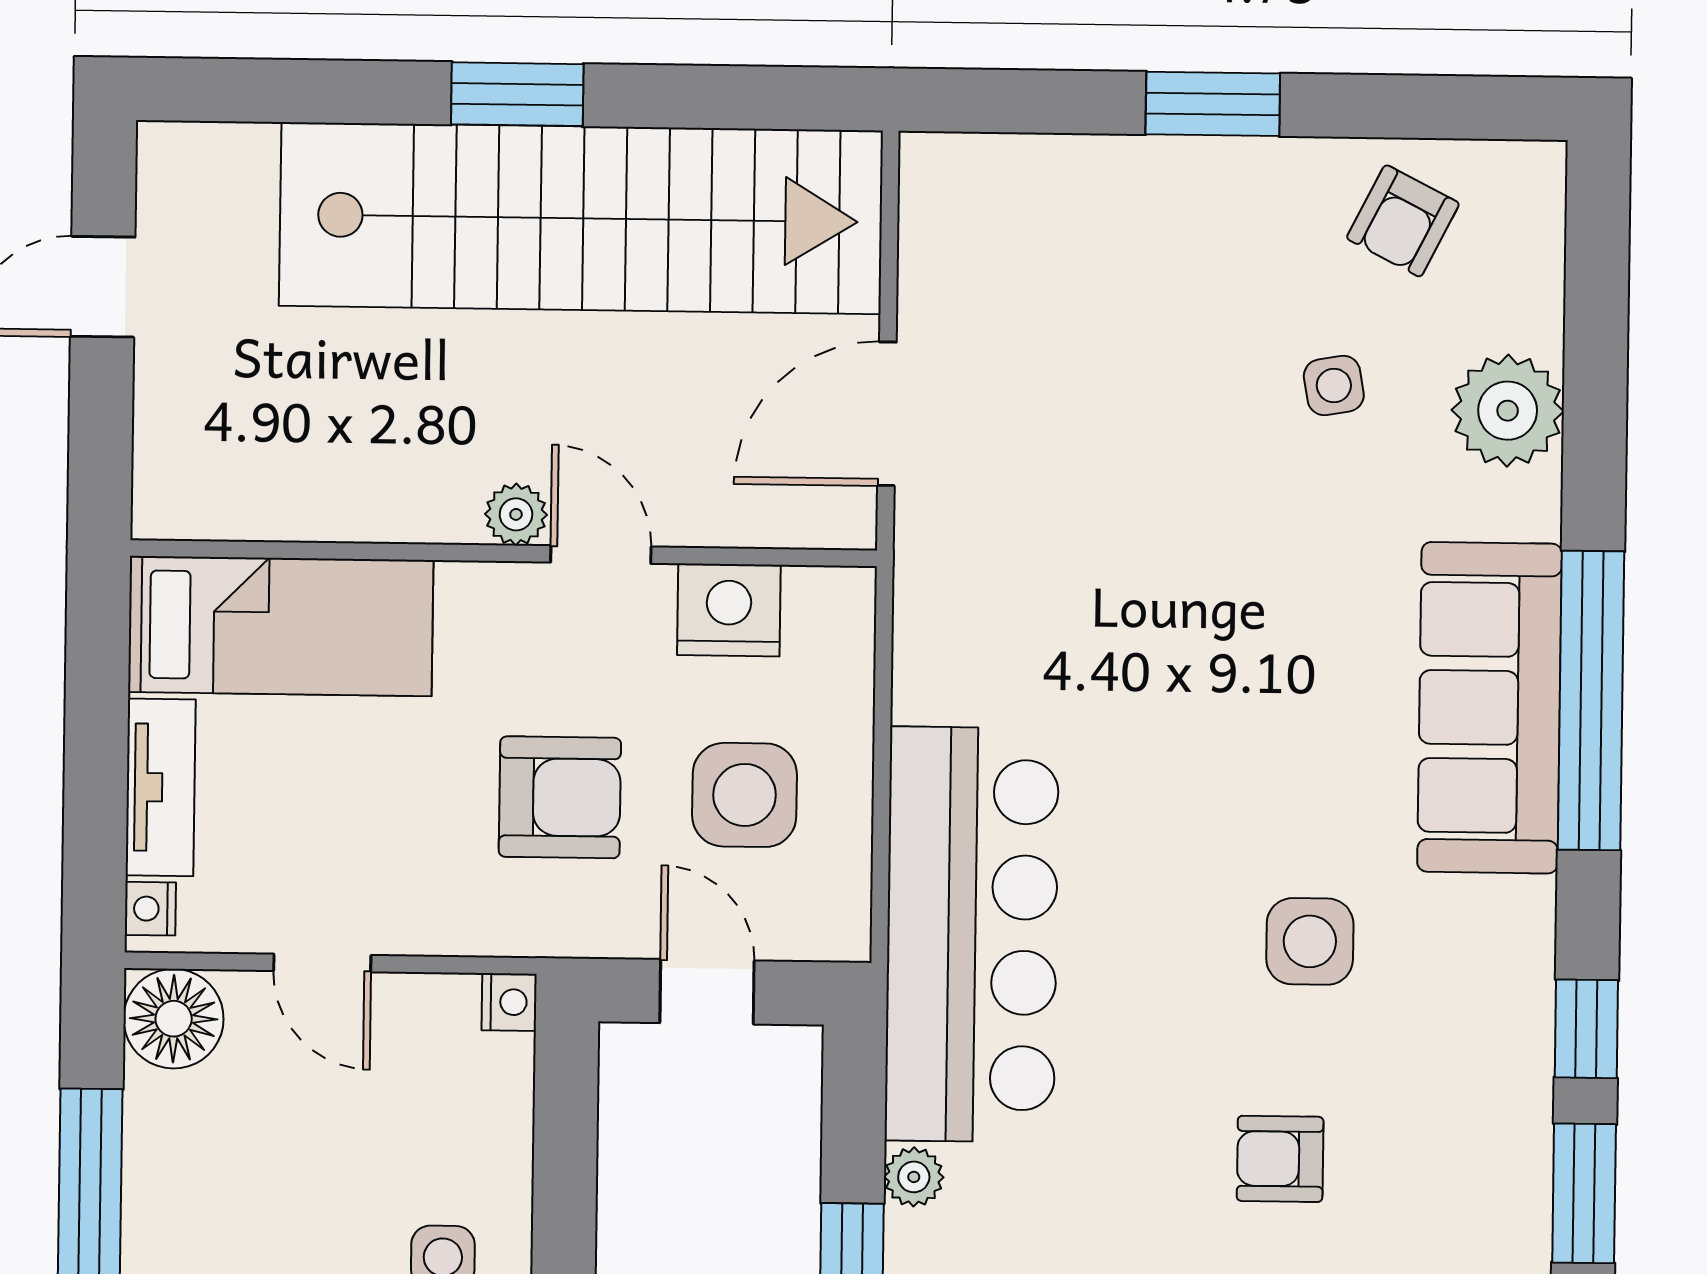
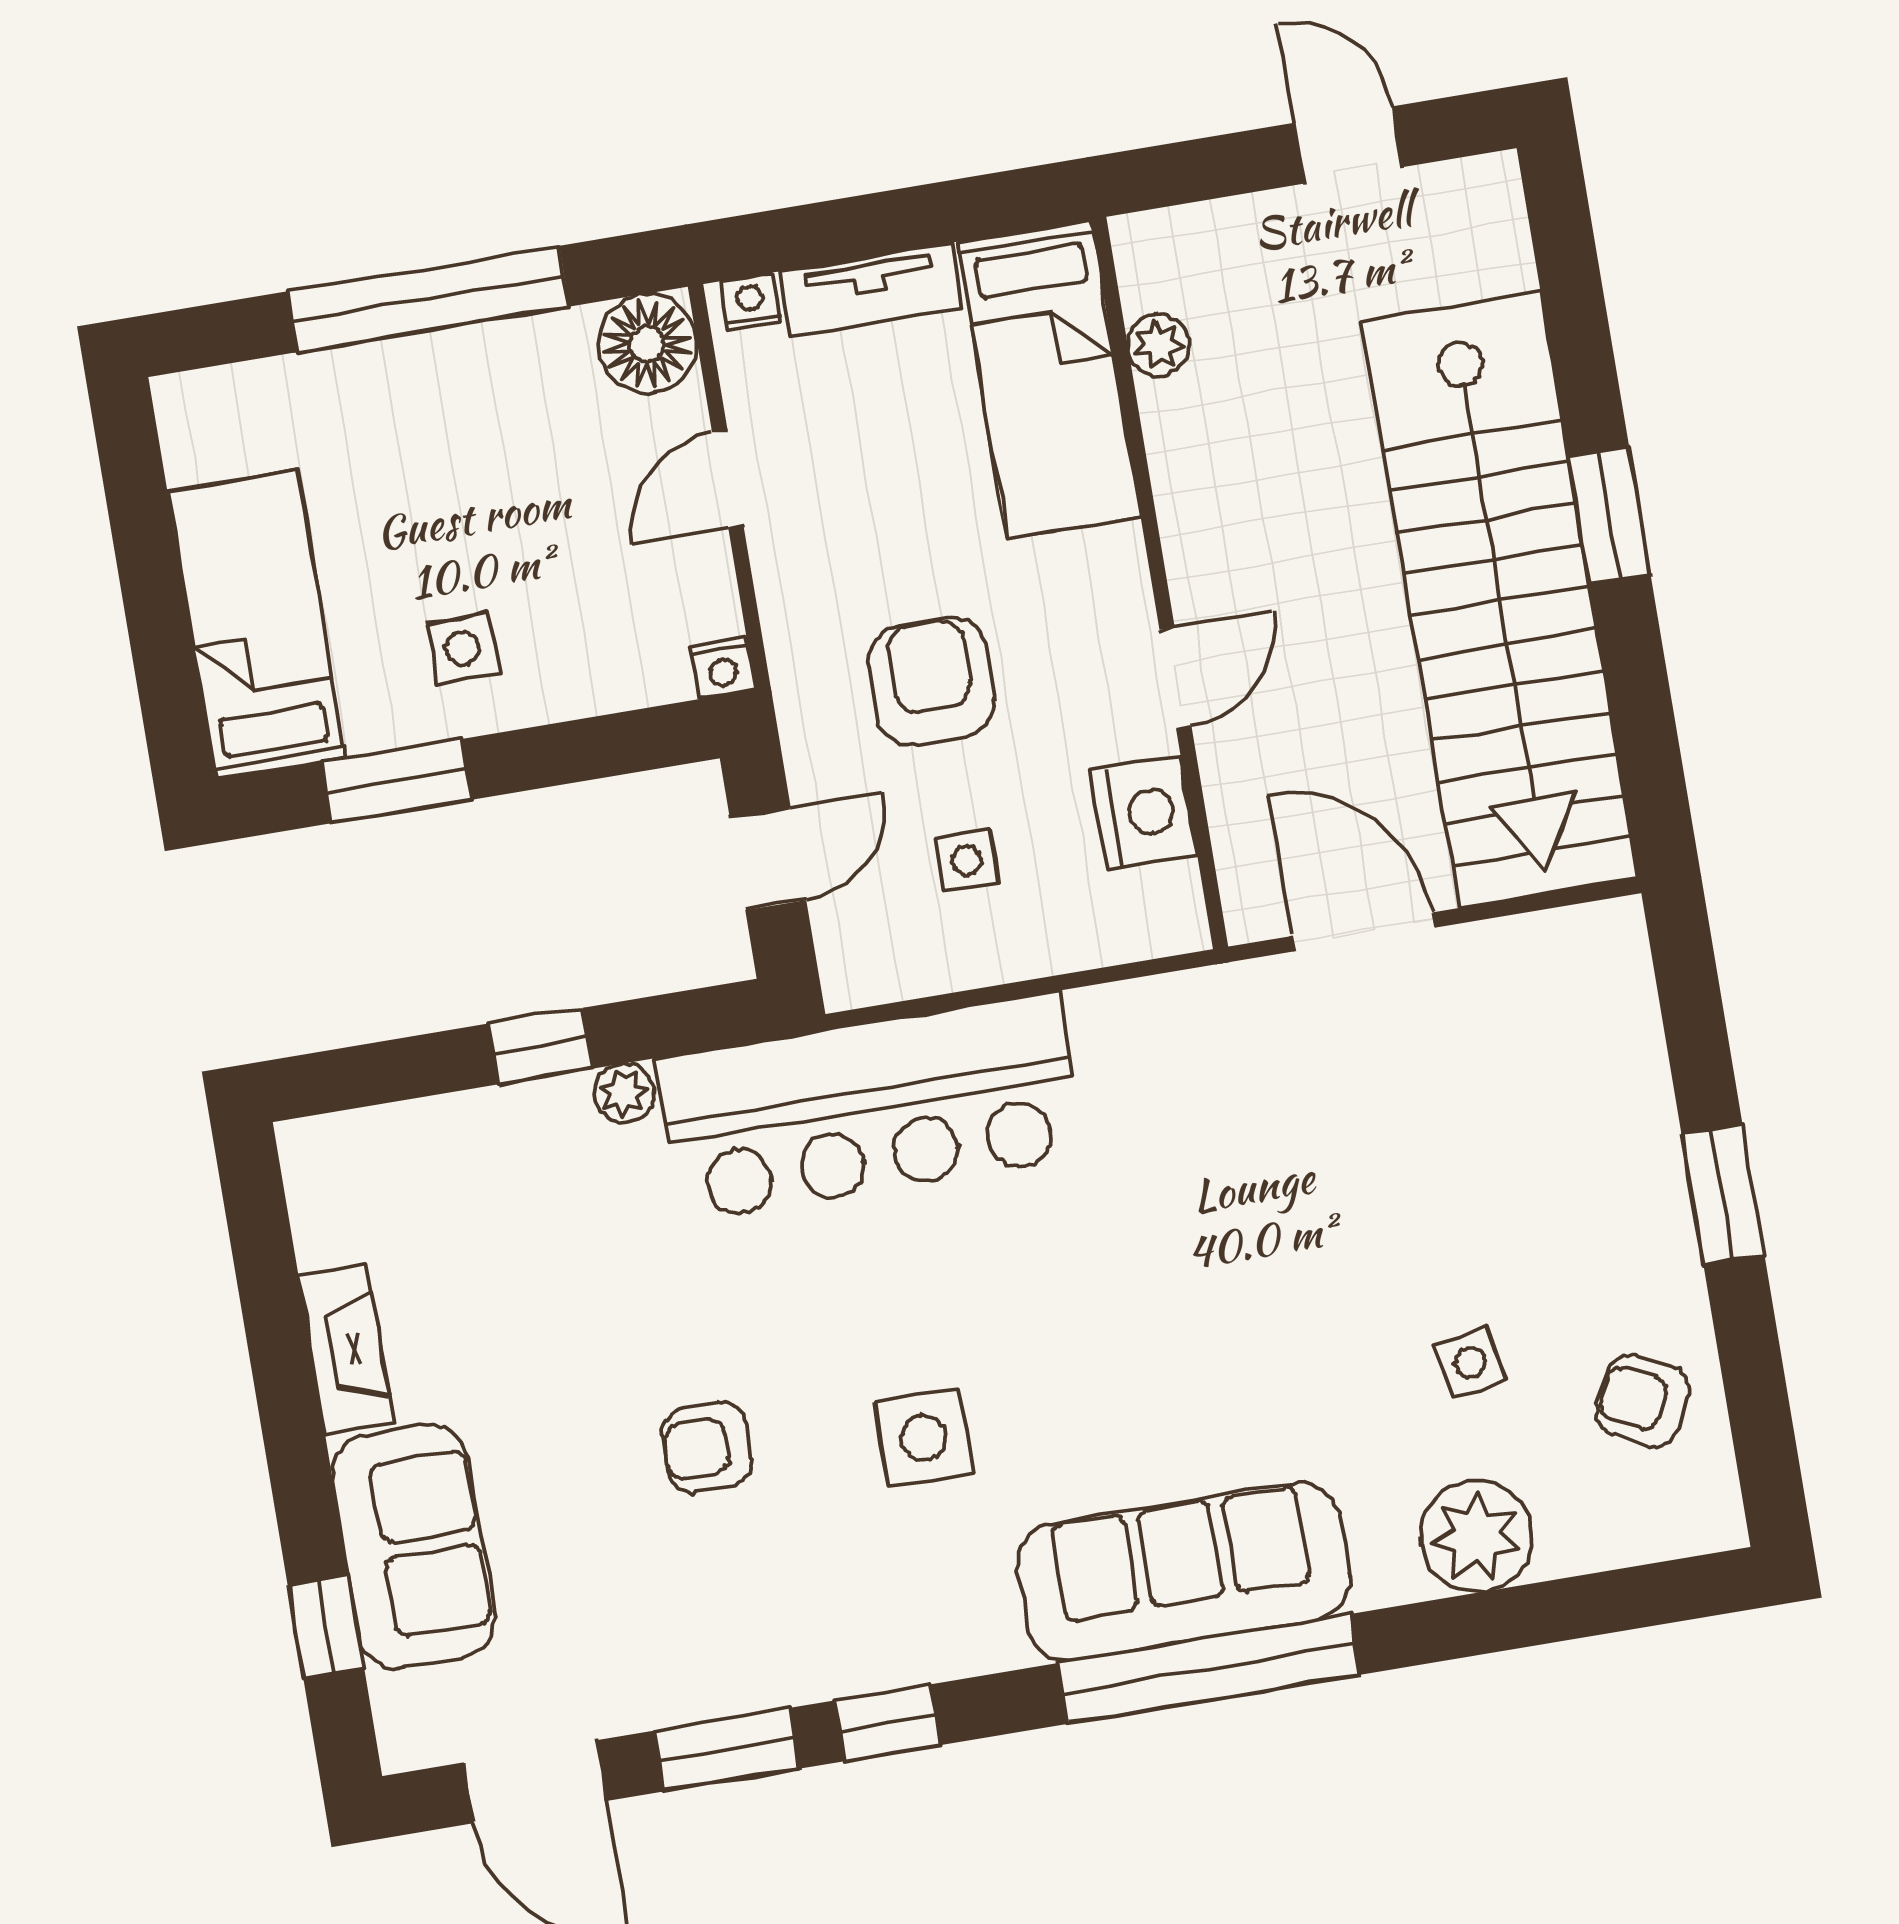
plant: (516, 514) -> (1159, 345), moved
side table: (744, 795) -> (966, 861), width x0.54, depth x0.54
armchair: (560, 797) -> (931, 681), turned 180
armchair: (1280, 1159) -> (707, 1447), turned -90

